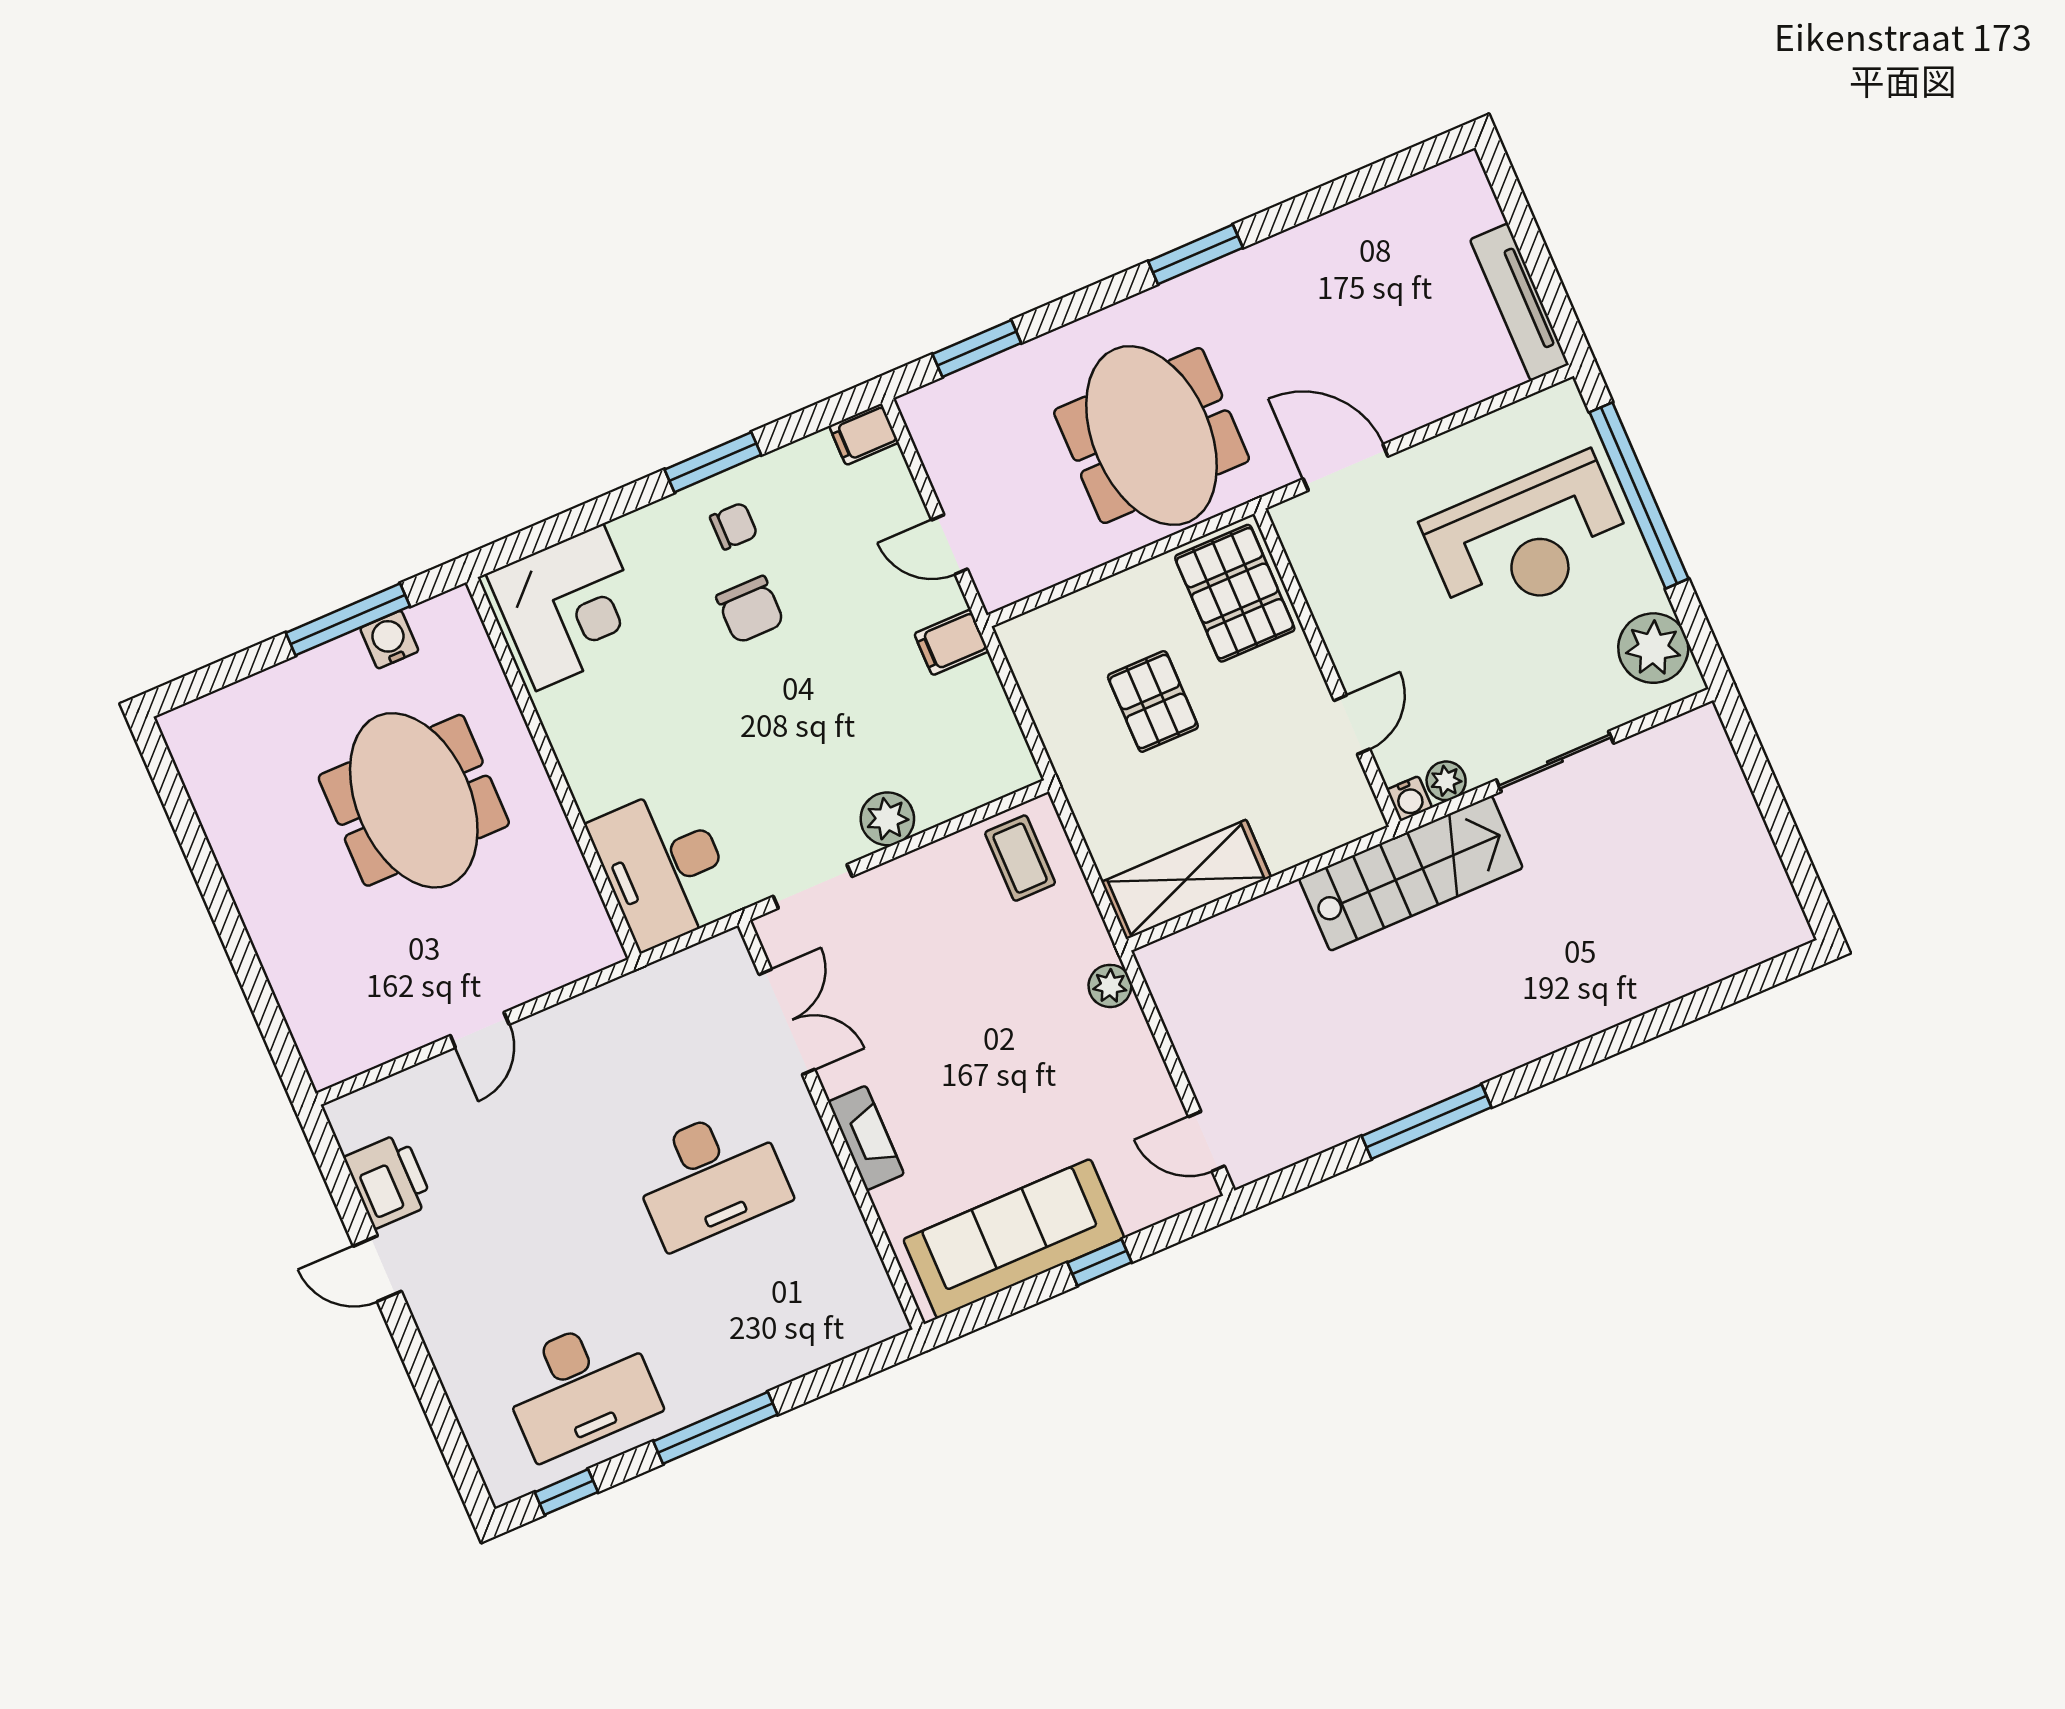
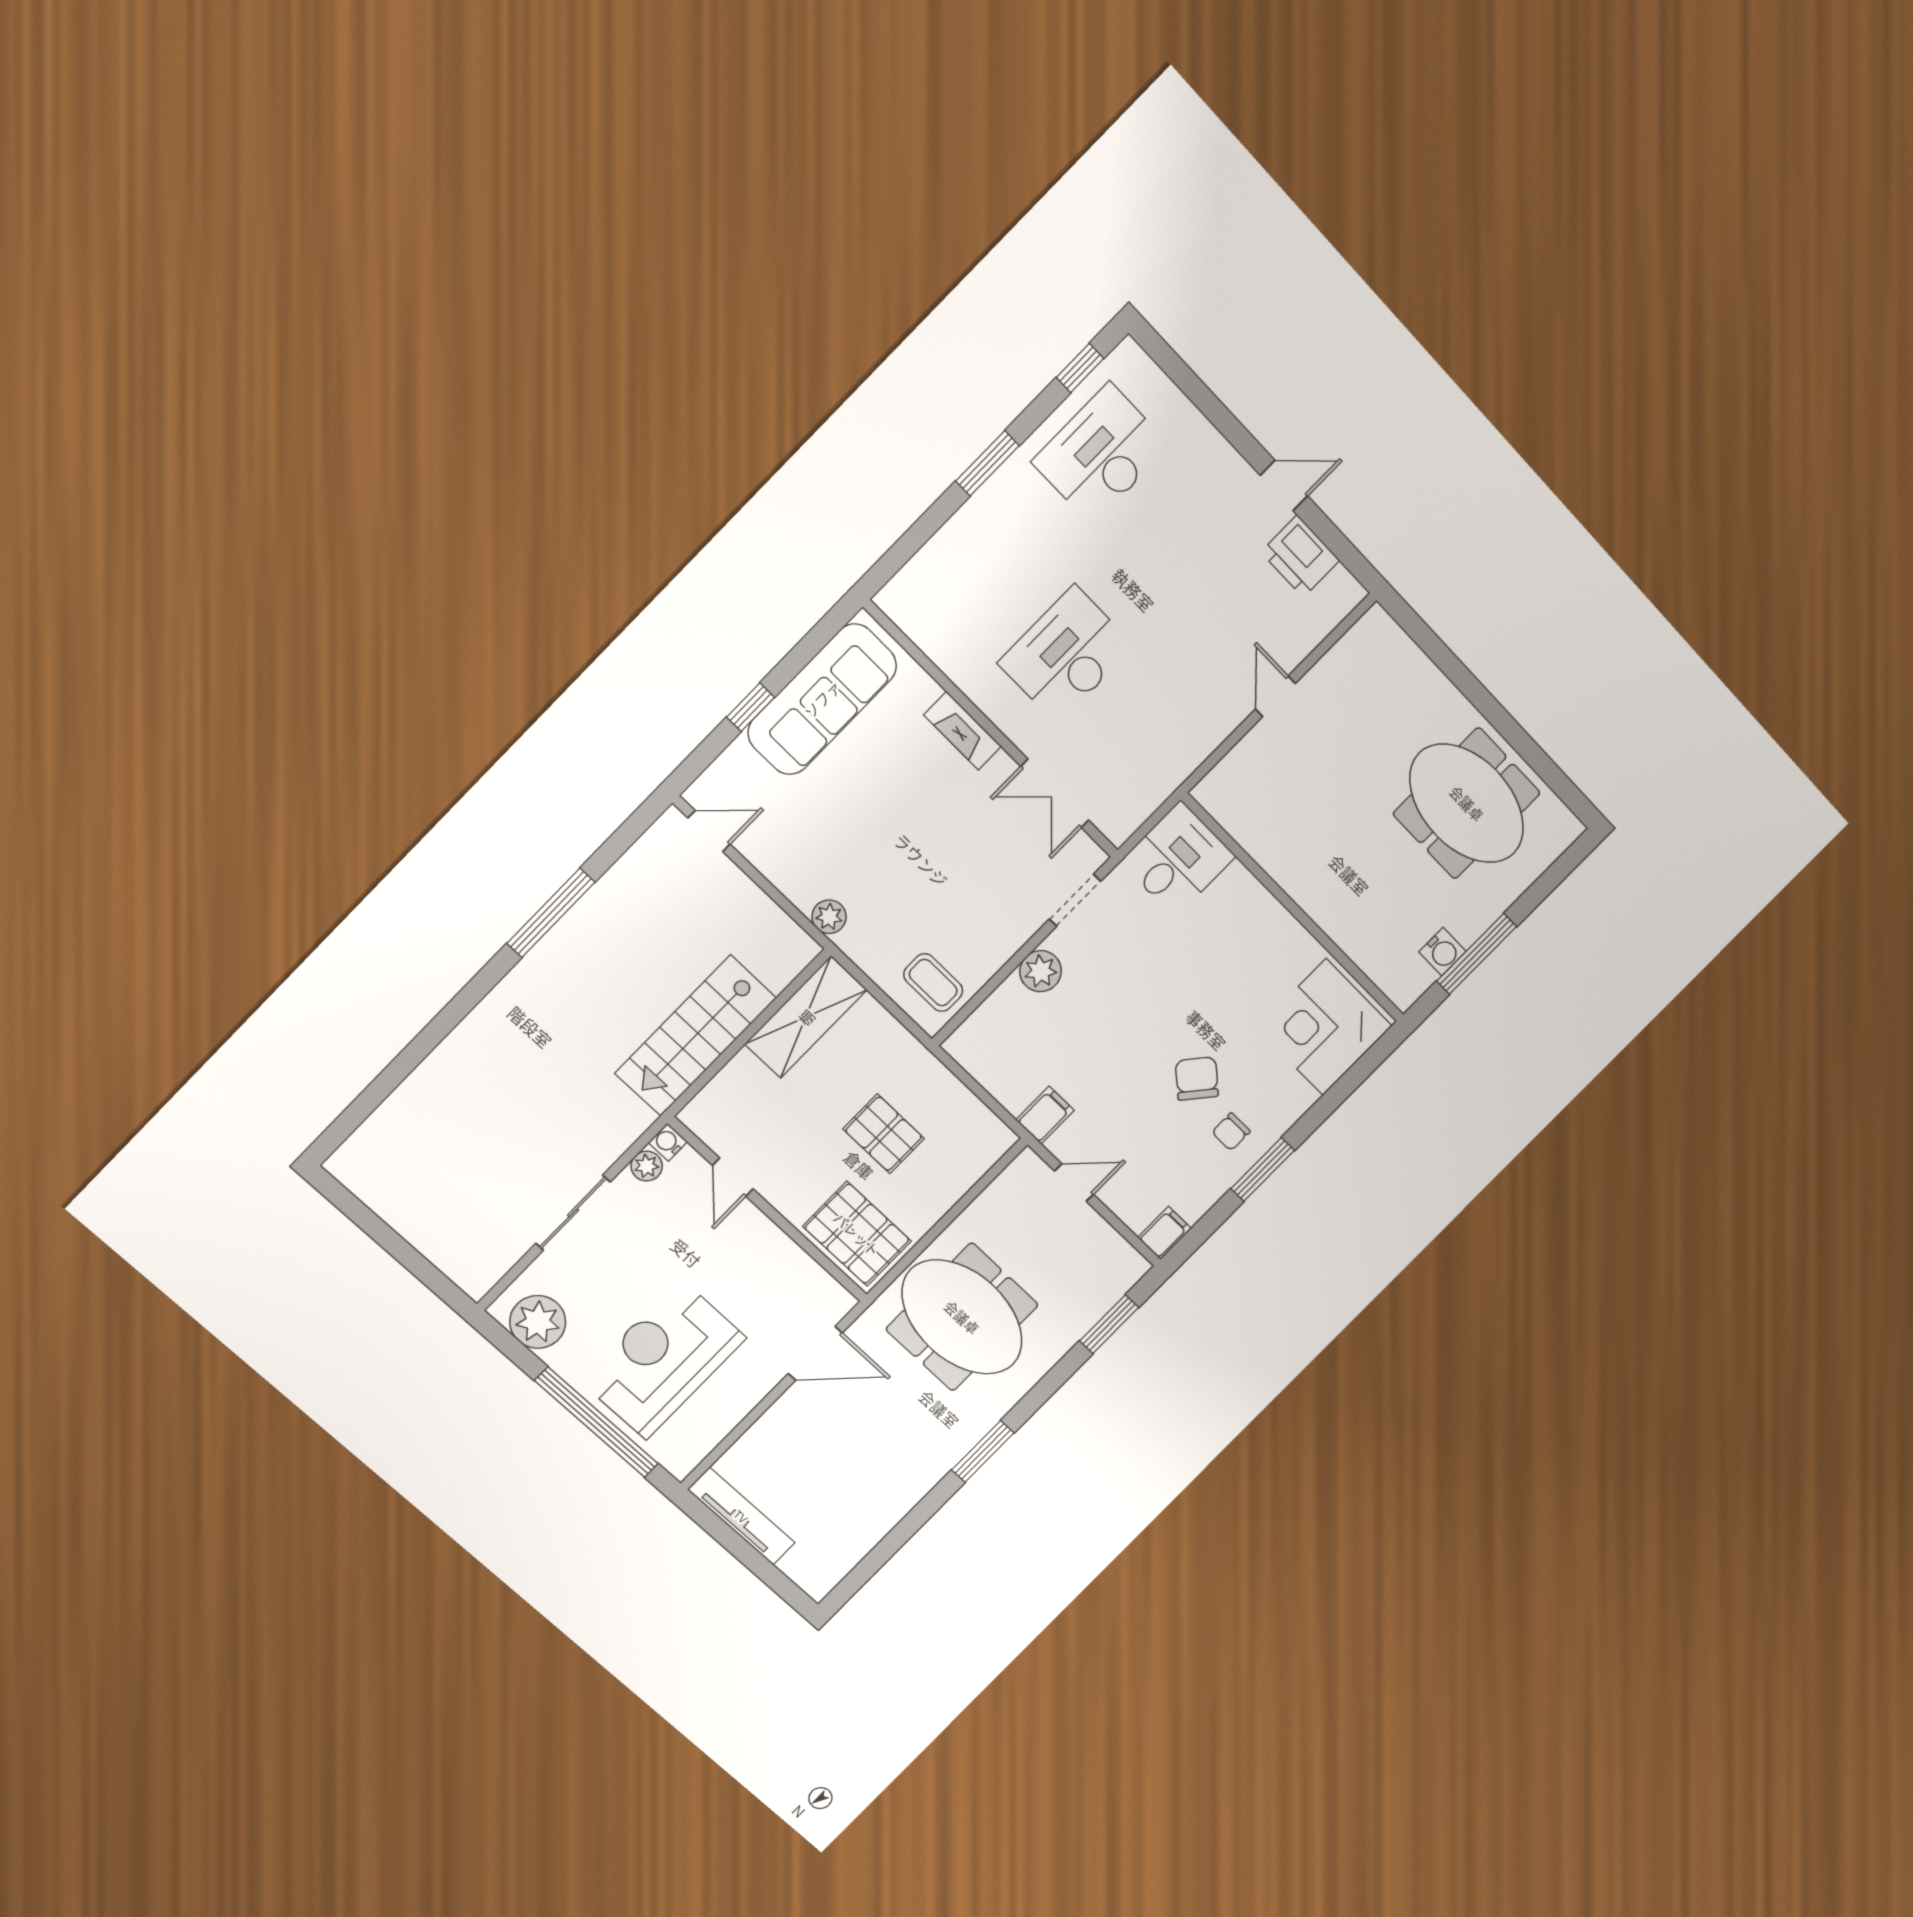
chair: (750, 610) -> (1197, 1079), turned 40
meeting table: (414, 800) -> (1467, 803), moved
desk: (663, 867) -> (1178, 859), width x0.73
stairs: (1411, 873) -> (696, 1036), moved
window: (715, 1428) -> (987, 463), width x0.69

